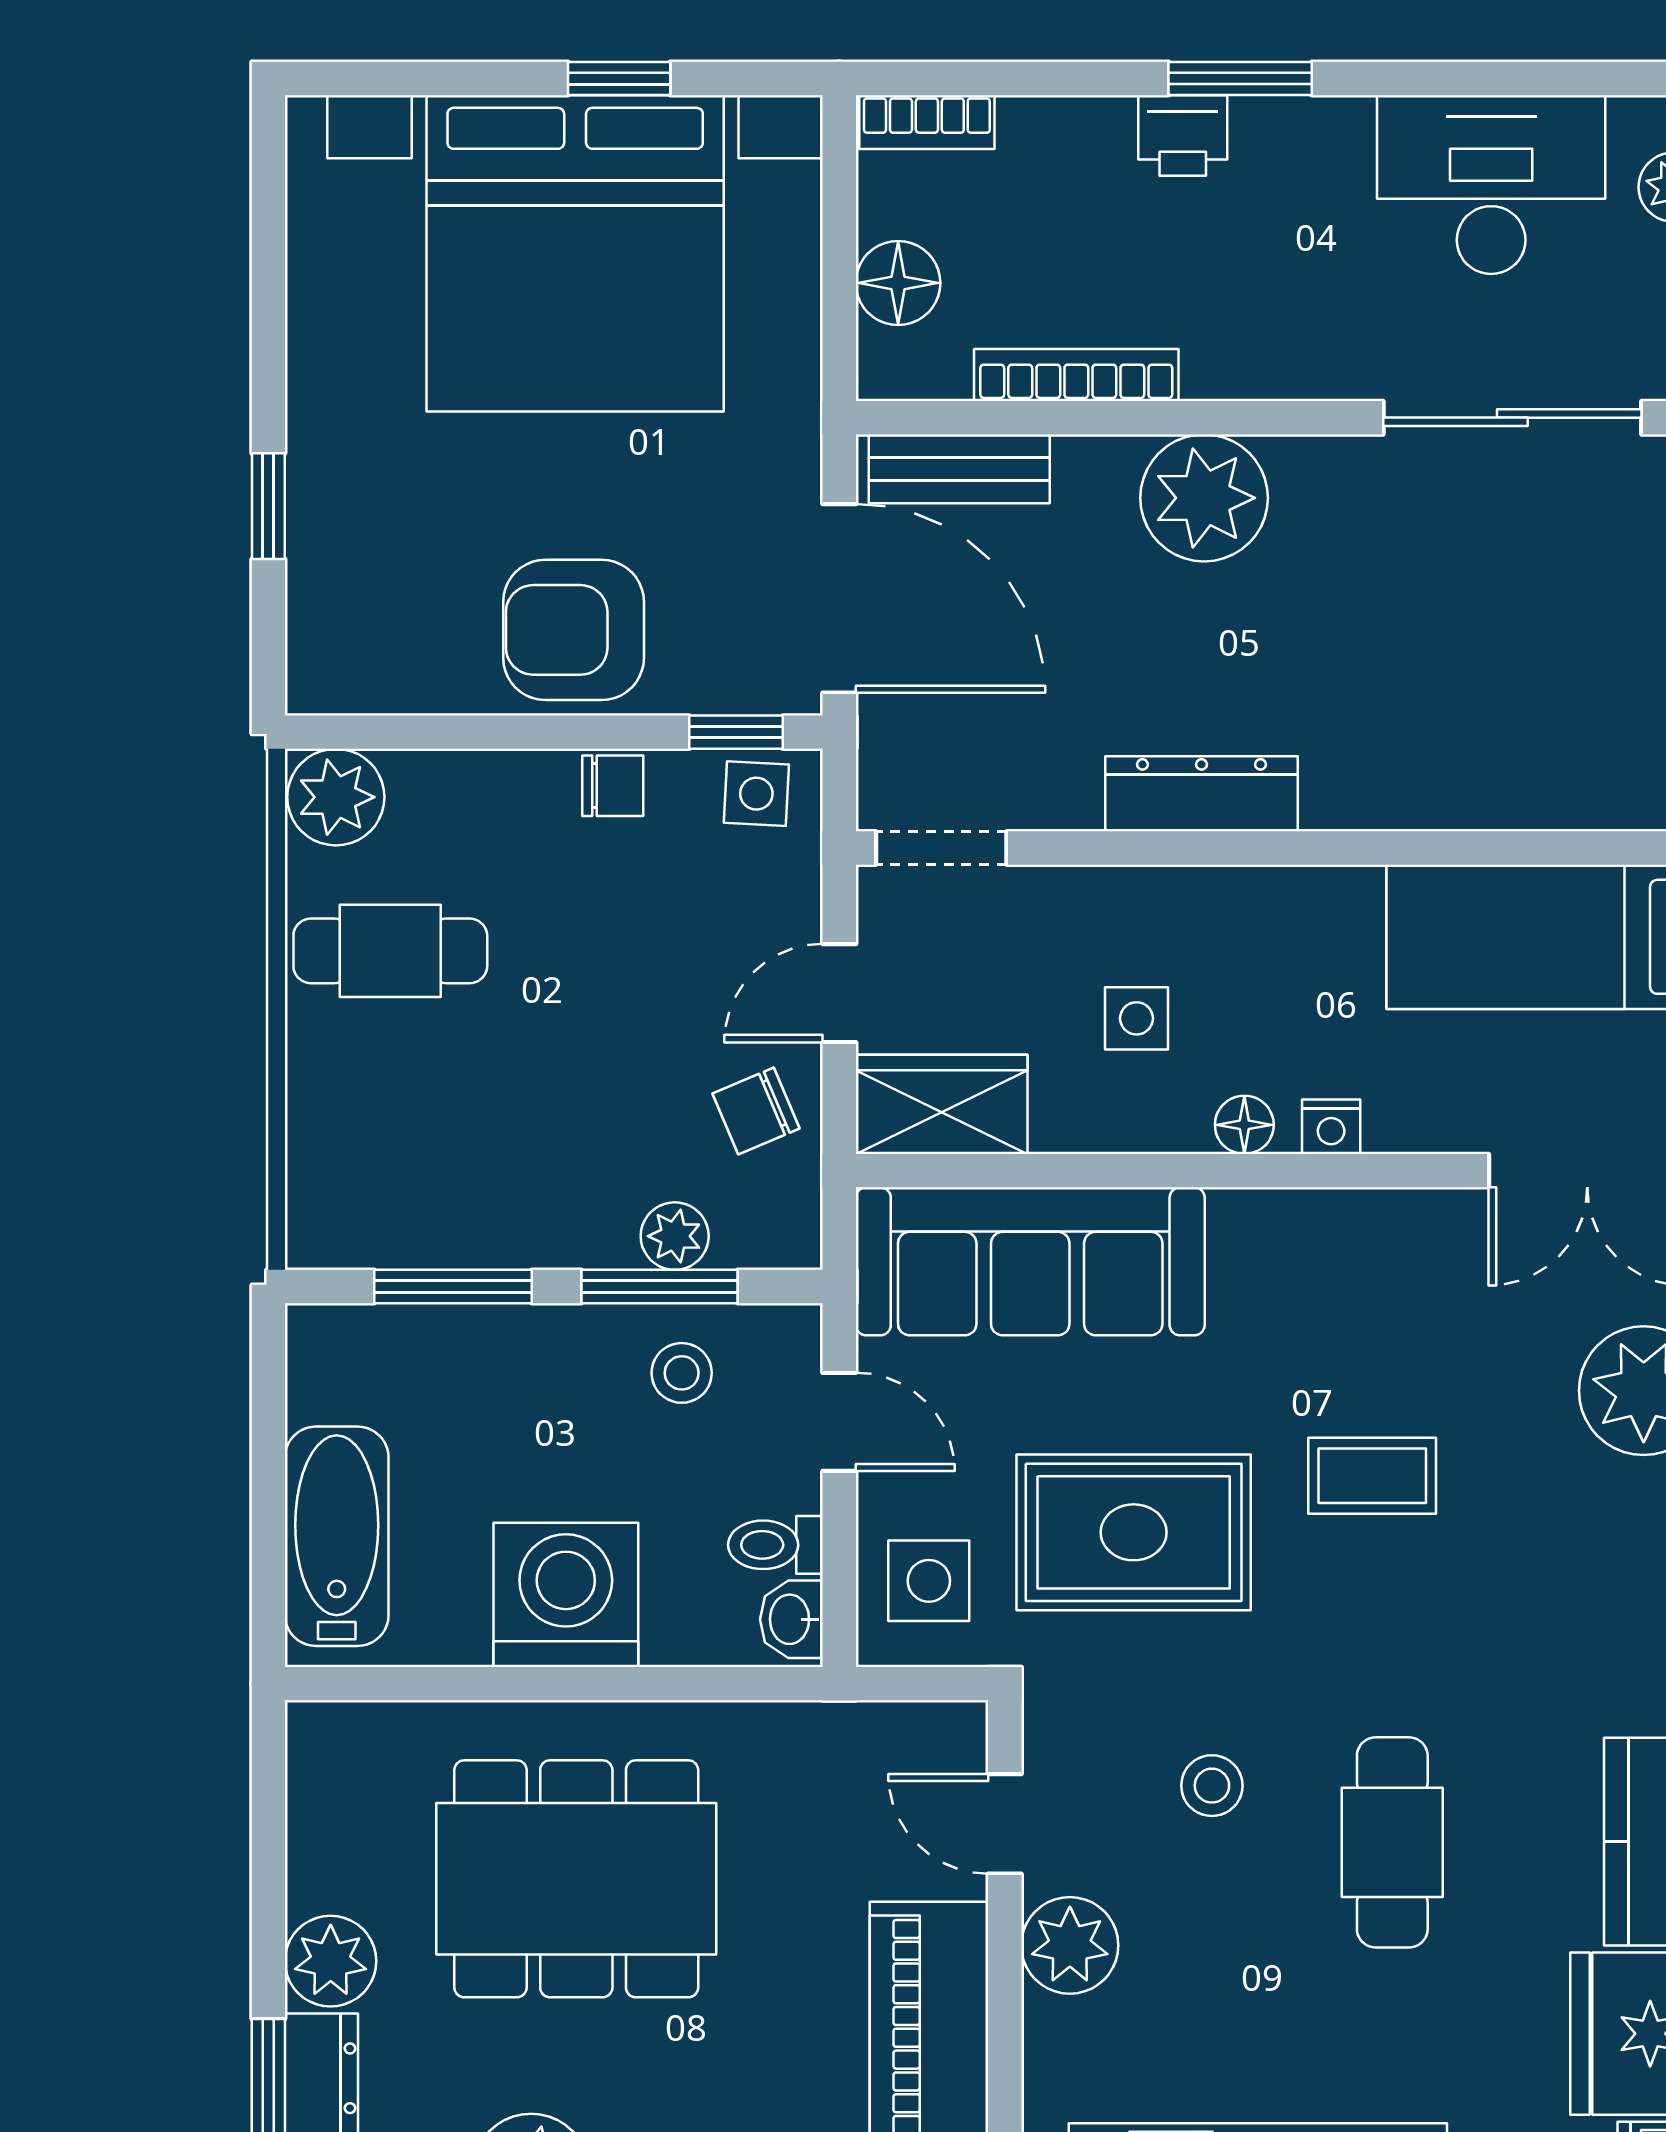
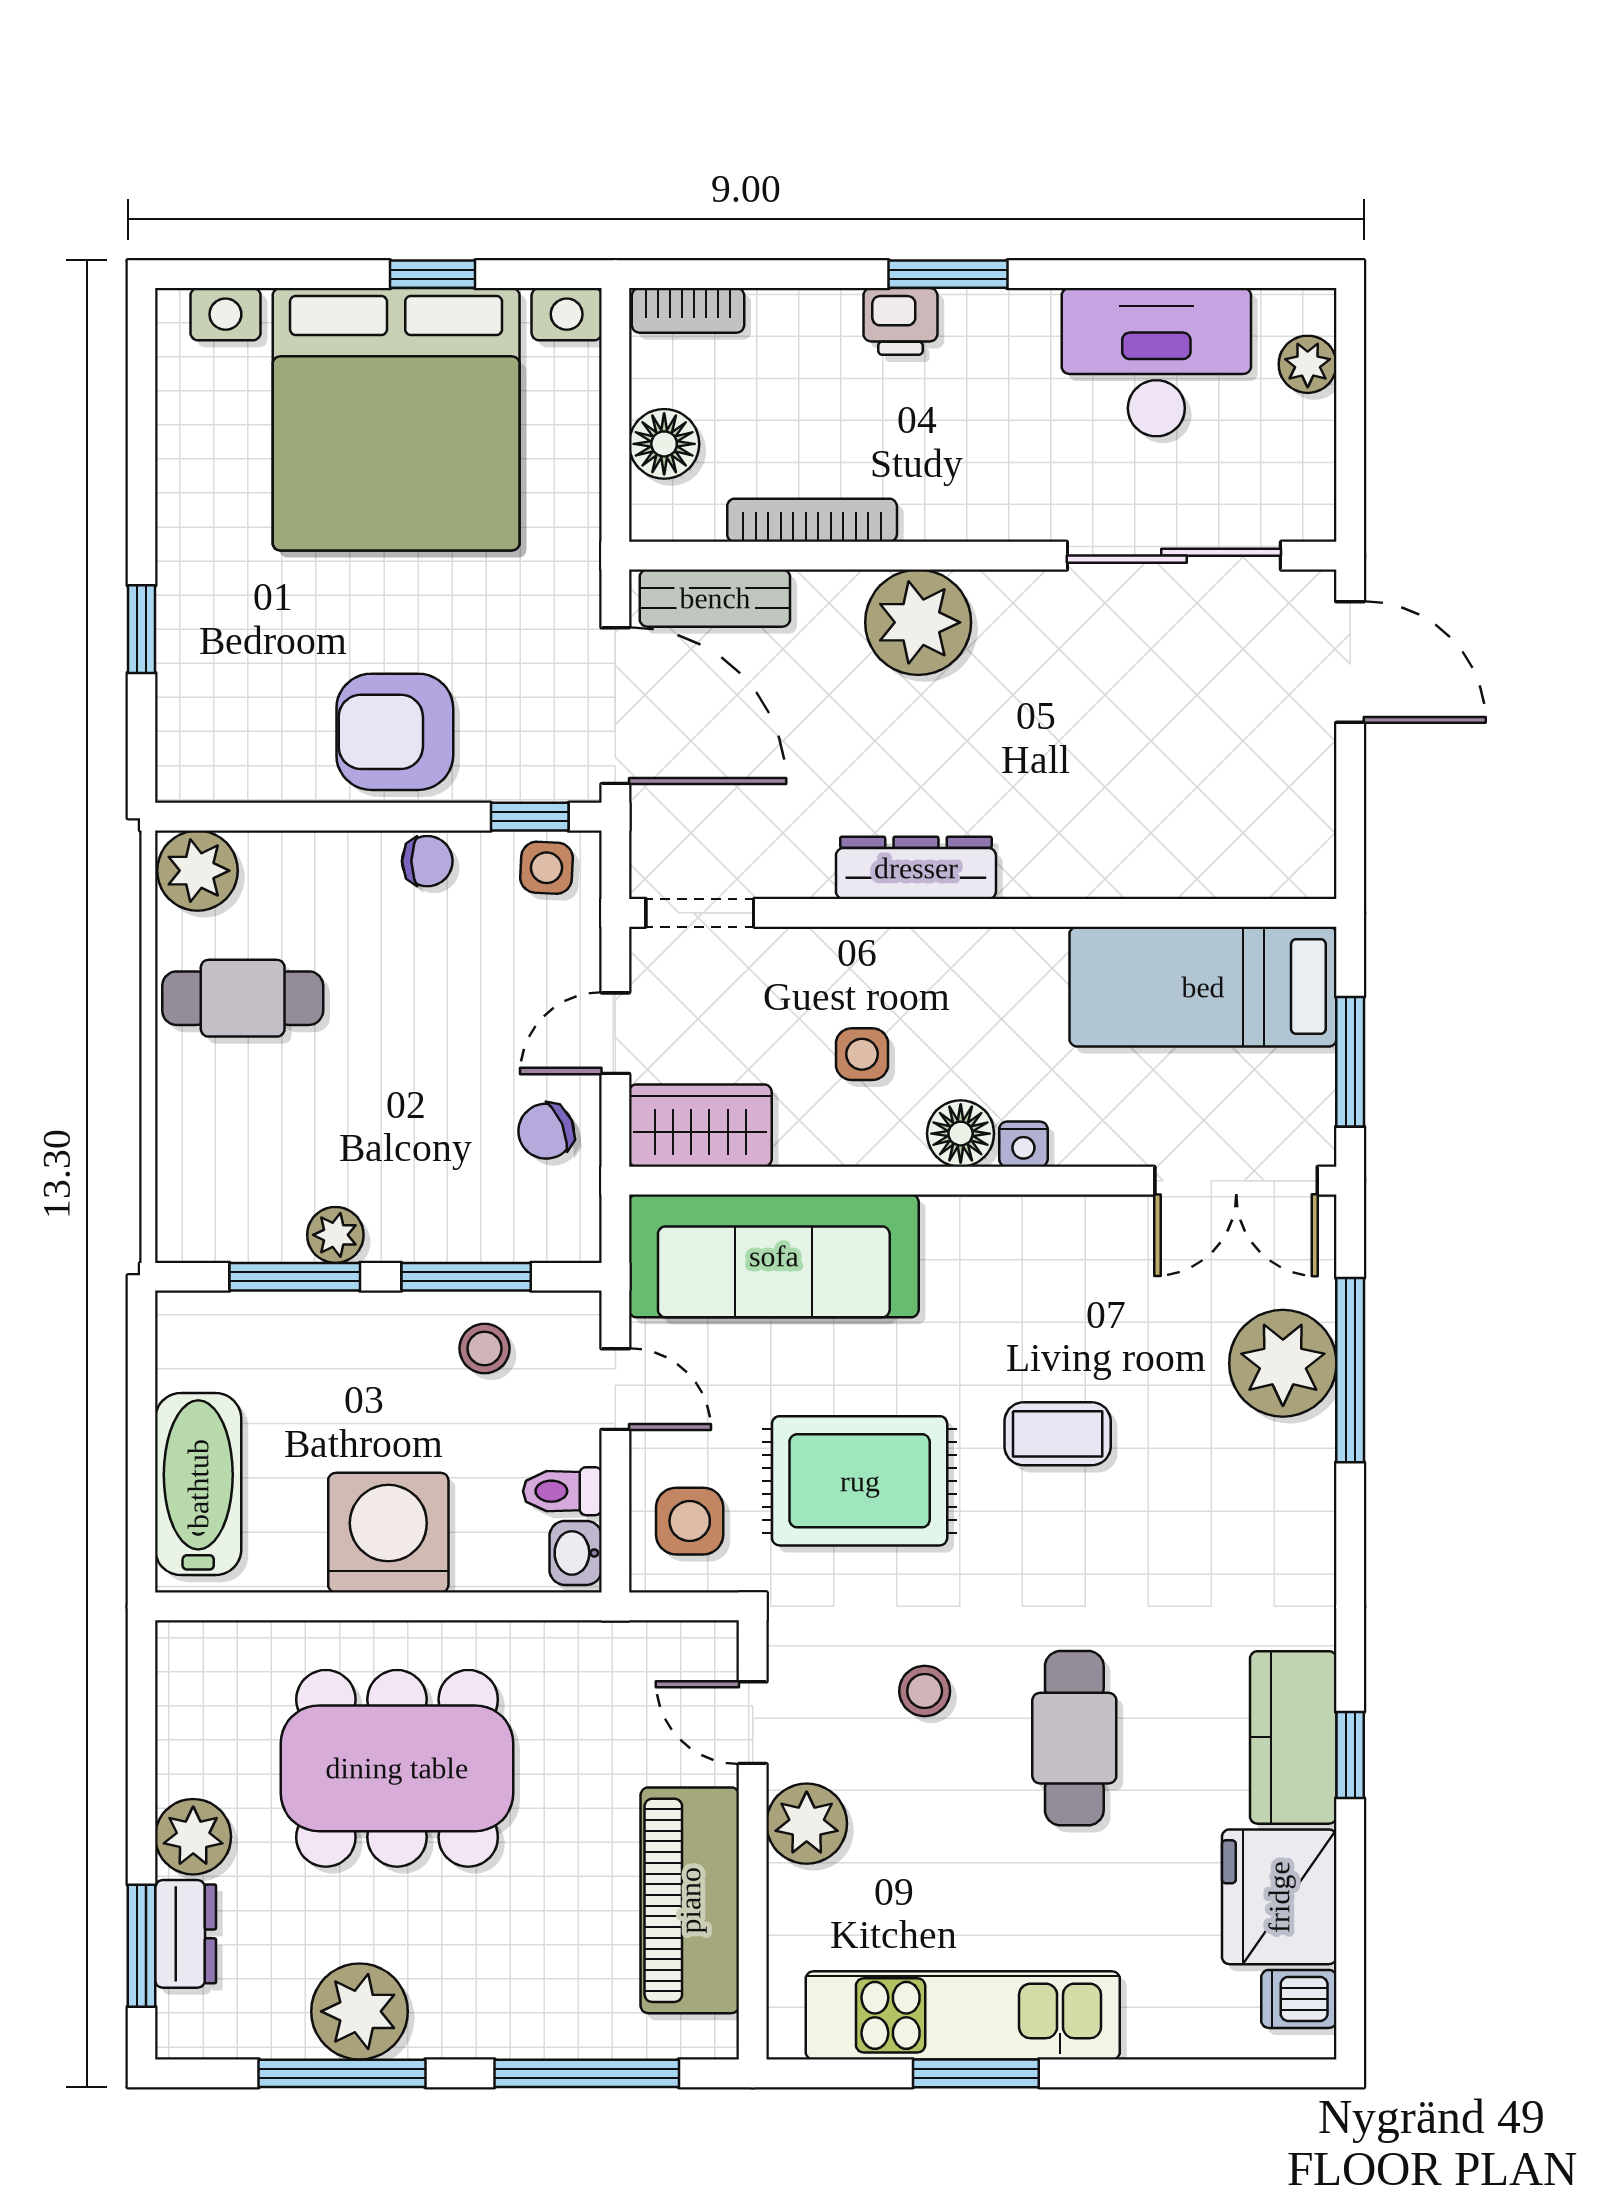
floor lamp: (1244, 1125) -> (961, 1134), width x1.37, depth x1.37
plant: (675, 1236) -> (335, 1235), moved

